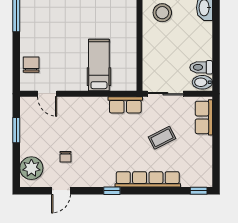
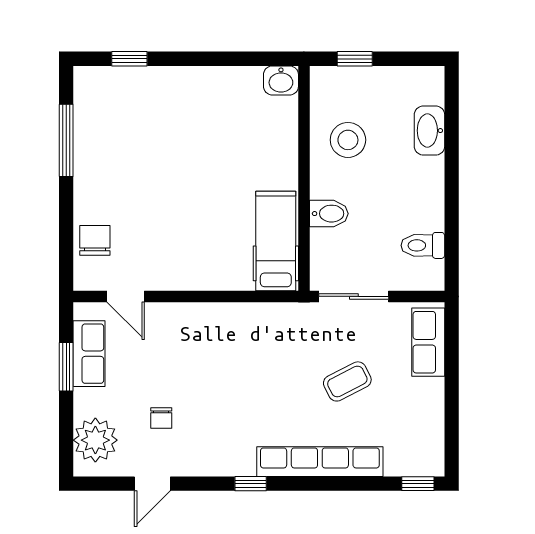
hospital bed: (99, 65) -> (276, 241), moved
bidet: (202, 82) -> (329, 214), moved, turned 180
row of seats: (125, 105) -> (89, 354), moved, turned -90

